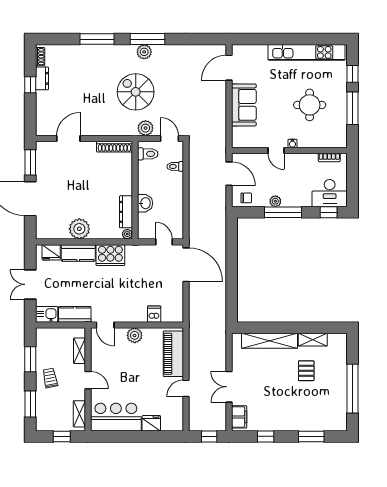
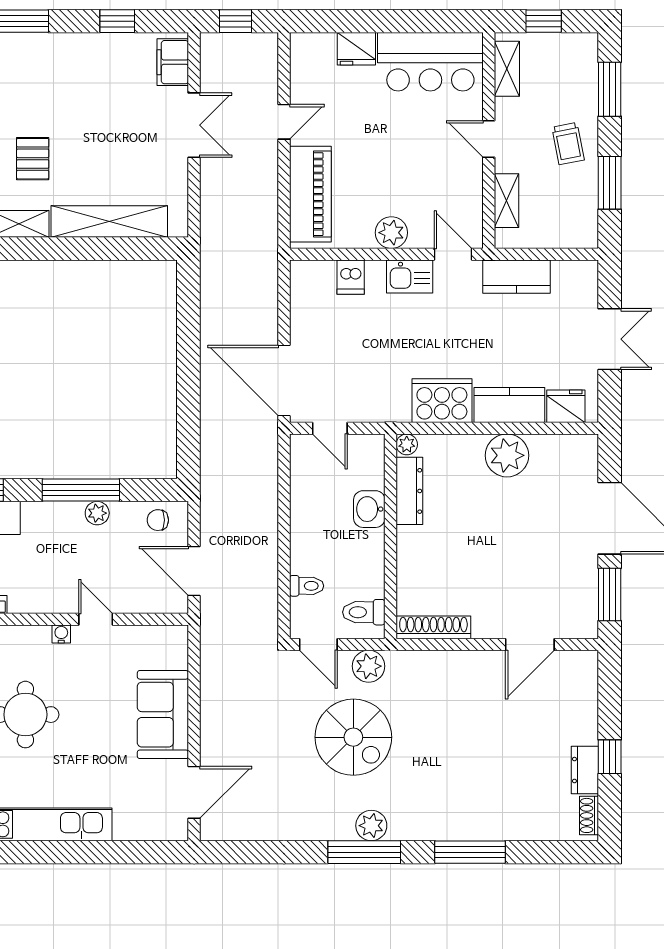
spiral stairs: (136, 92) -> (353, 737), moved
kitchen sink: (47, 314) -> (410, 276), moved

